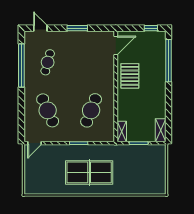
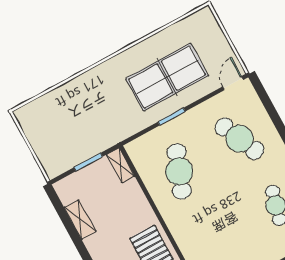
shelving: (161, 130) -> (80, 220), moved
table tennis table: (89, 172) -> (167, 77), moved

